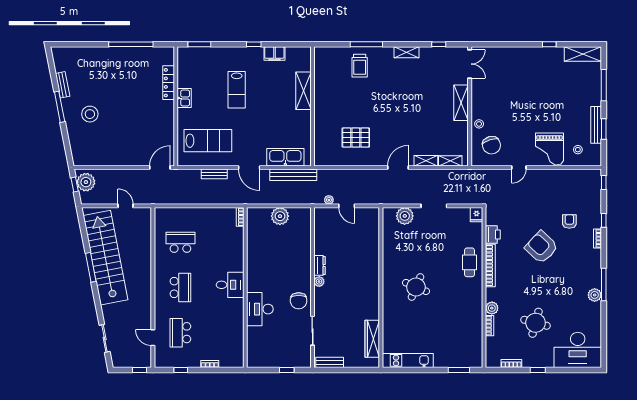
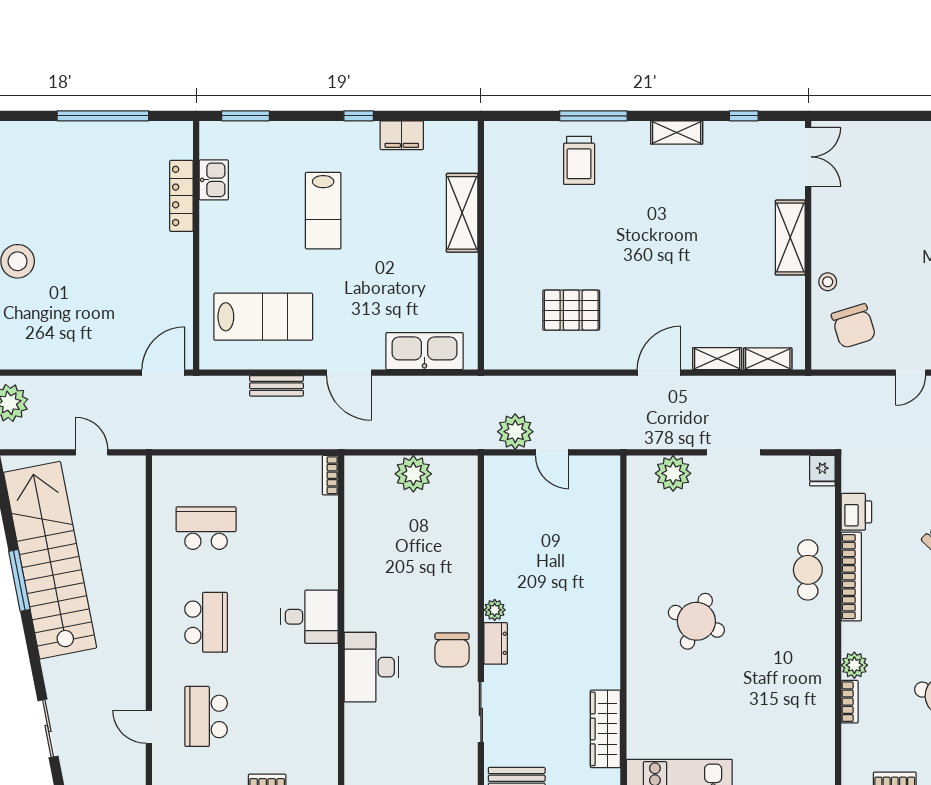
kitchen sink: (184, 98) -> (214, 180), moved
bench: (293, 175) -> (441, 388), removed
plant: (329, 200) -> (515, 432), width x1.88, depth x1.88
dresser: (320, 265) -> (496, 643), moved

